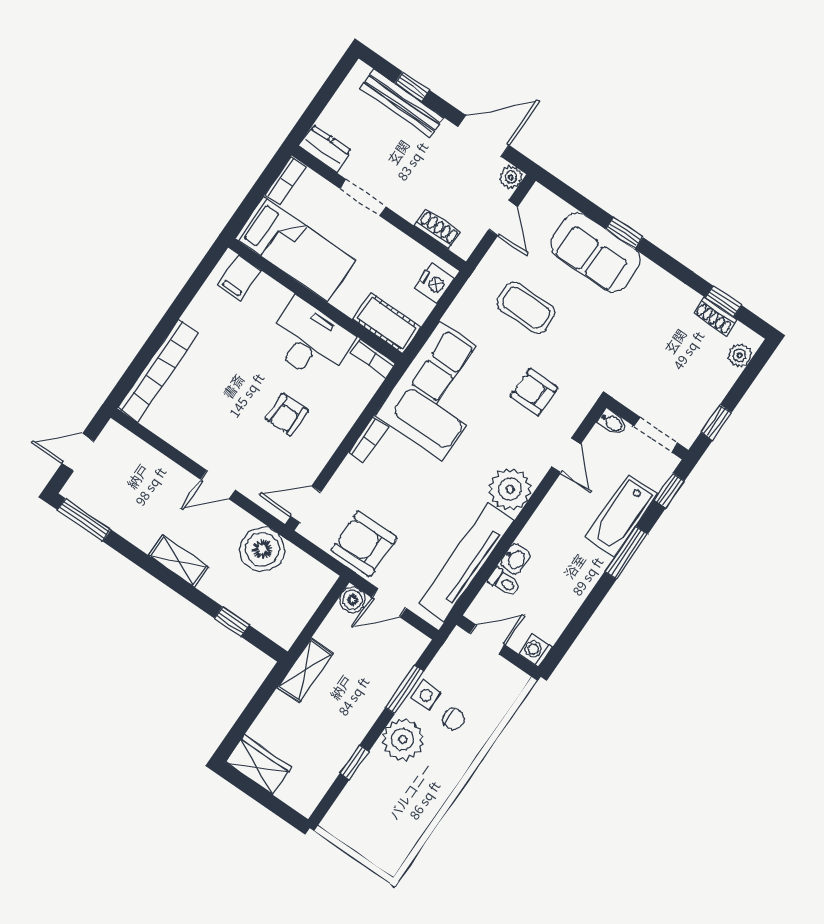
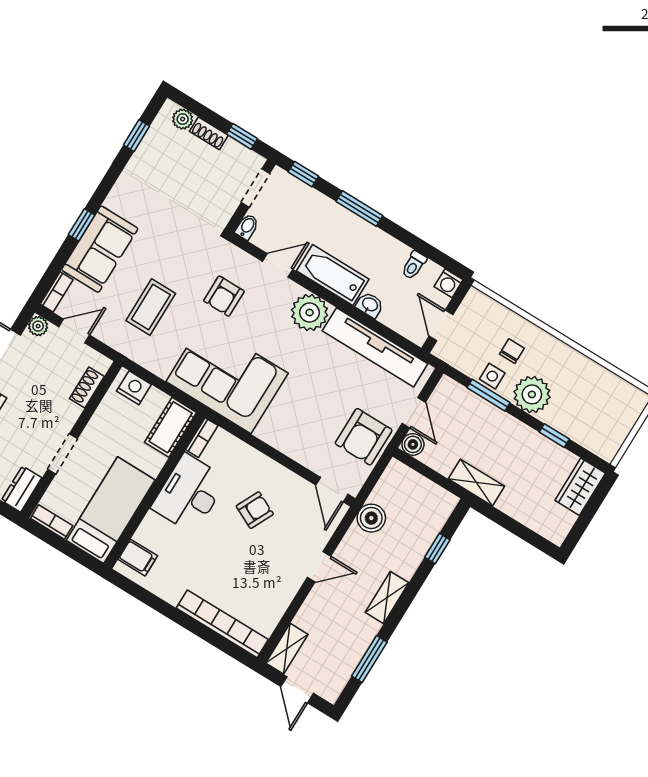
shoe rack: (715, 316) -> (209, 133), moved, turned 90
armchair: (287, 415) -> (255, 510), turned -64
bookcase: (368, 440) -> (57, 292), moved, turned 90
shelving: (126, 443) -> (287, 649), added
door: (218, 485) -> (319, 567), hinge flipped
bathtub: (621, 516) -> (333, 275), moved, turned 180
window: (84, 520) -> (369, 659), moved
boiler: (262, 549) -> (371, 518), width x0.73, depth x0.73
toilet: (504, 582) -> (414, 265), moved, turned 180
wardrobe: (258, 765) -> (580, 487), moved

